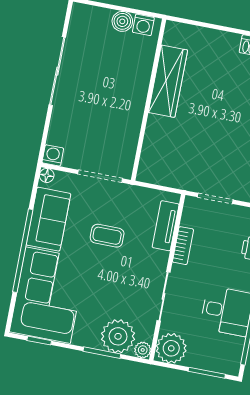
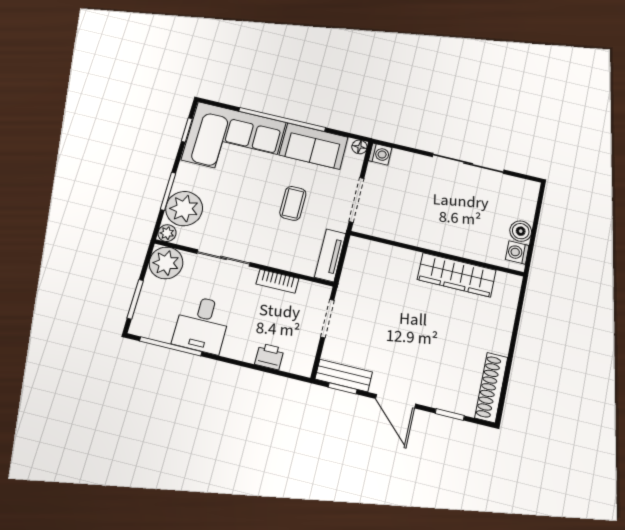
tv unit: (166, 226) -> (330, 255), moved, turned -90

